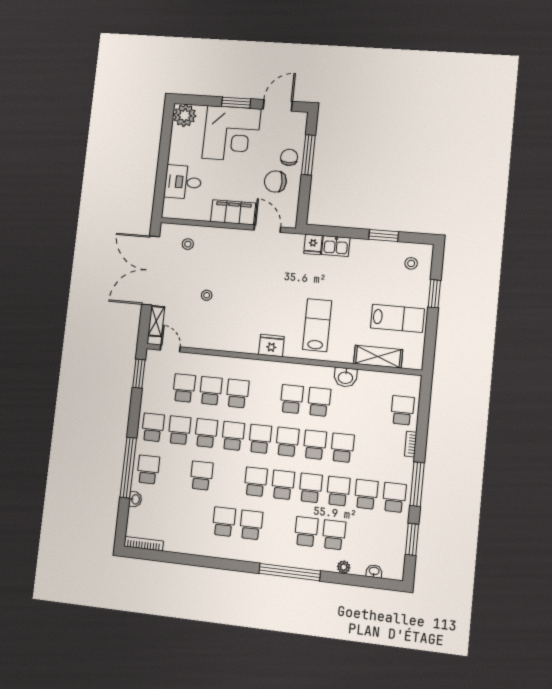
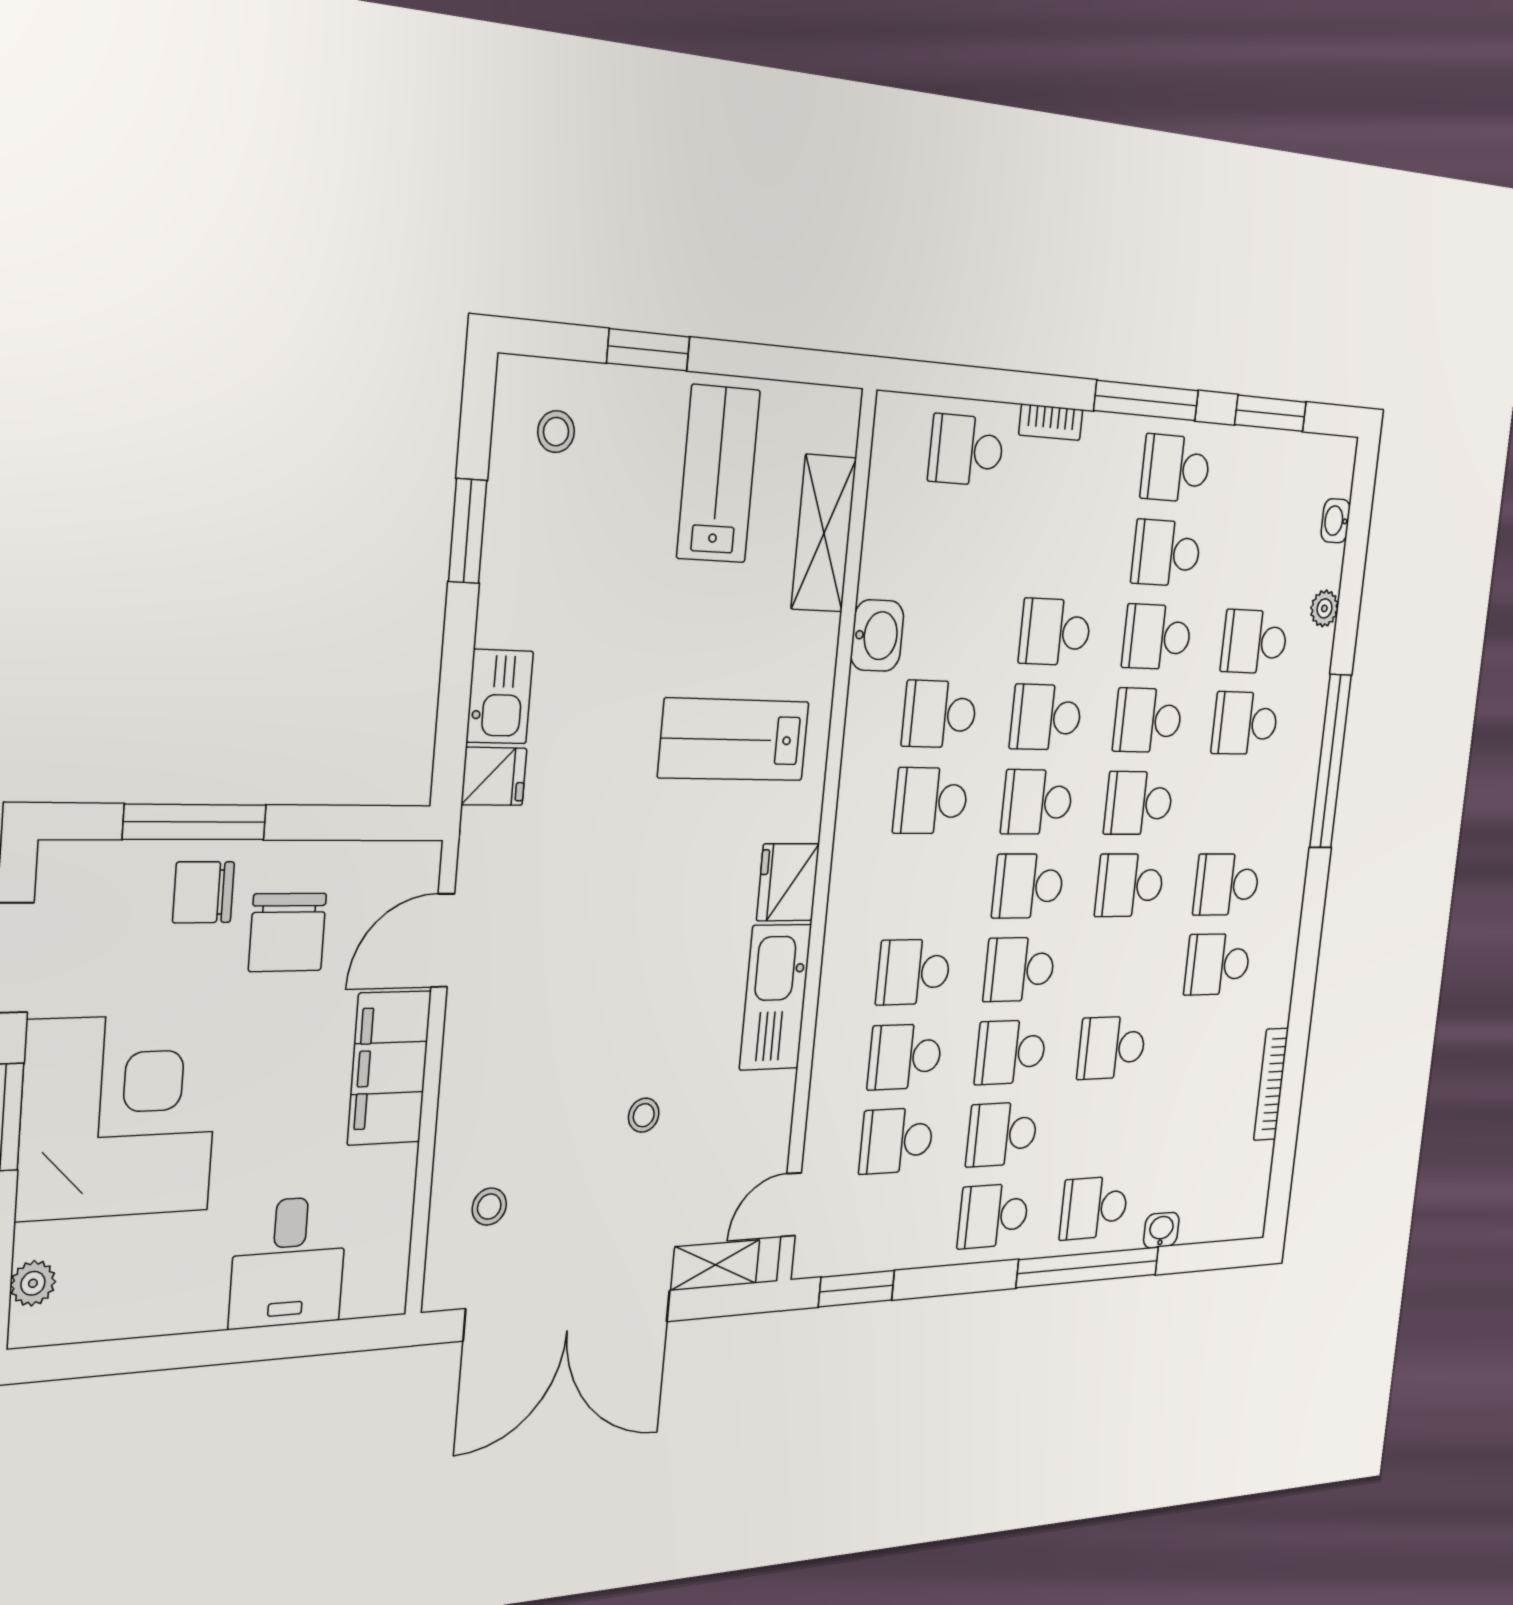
plant: (185, 115) -> (33, 1283), width x0.53, depth x0.53
kitchen sink: (236, 342) -> (776, 997), added
bookcase: (144, 544) -> (1271, 1084), moved

